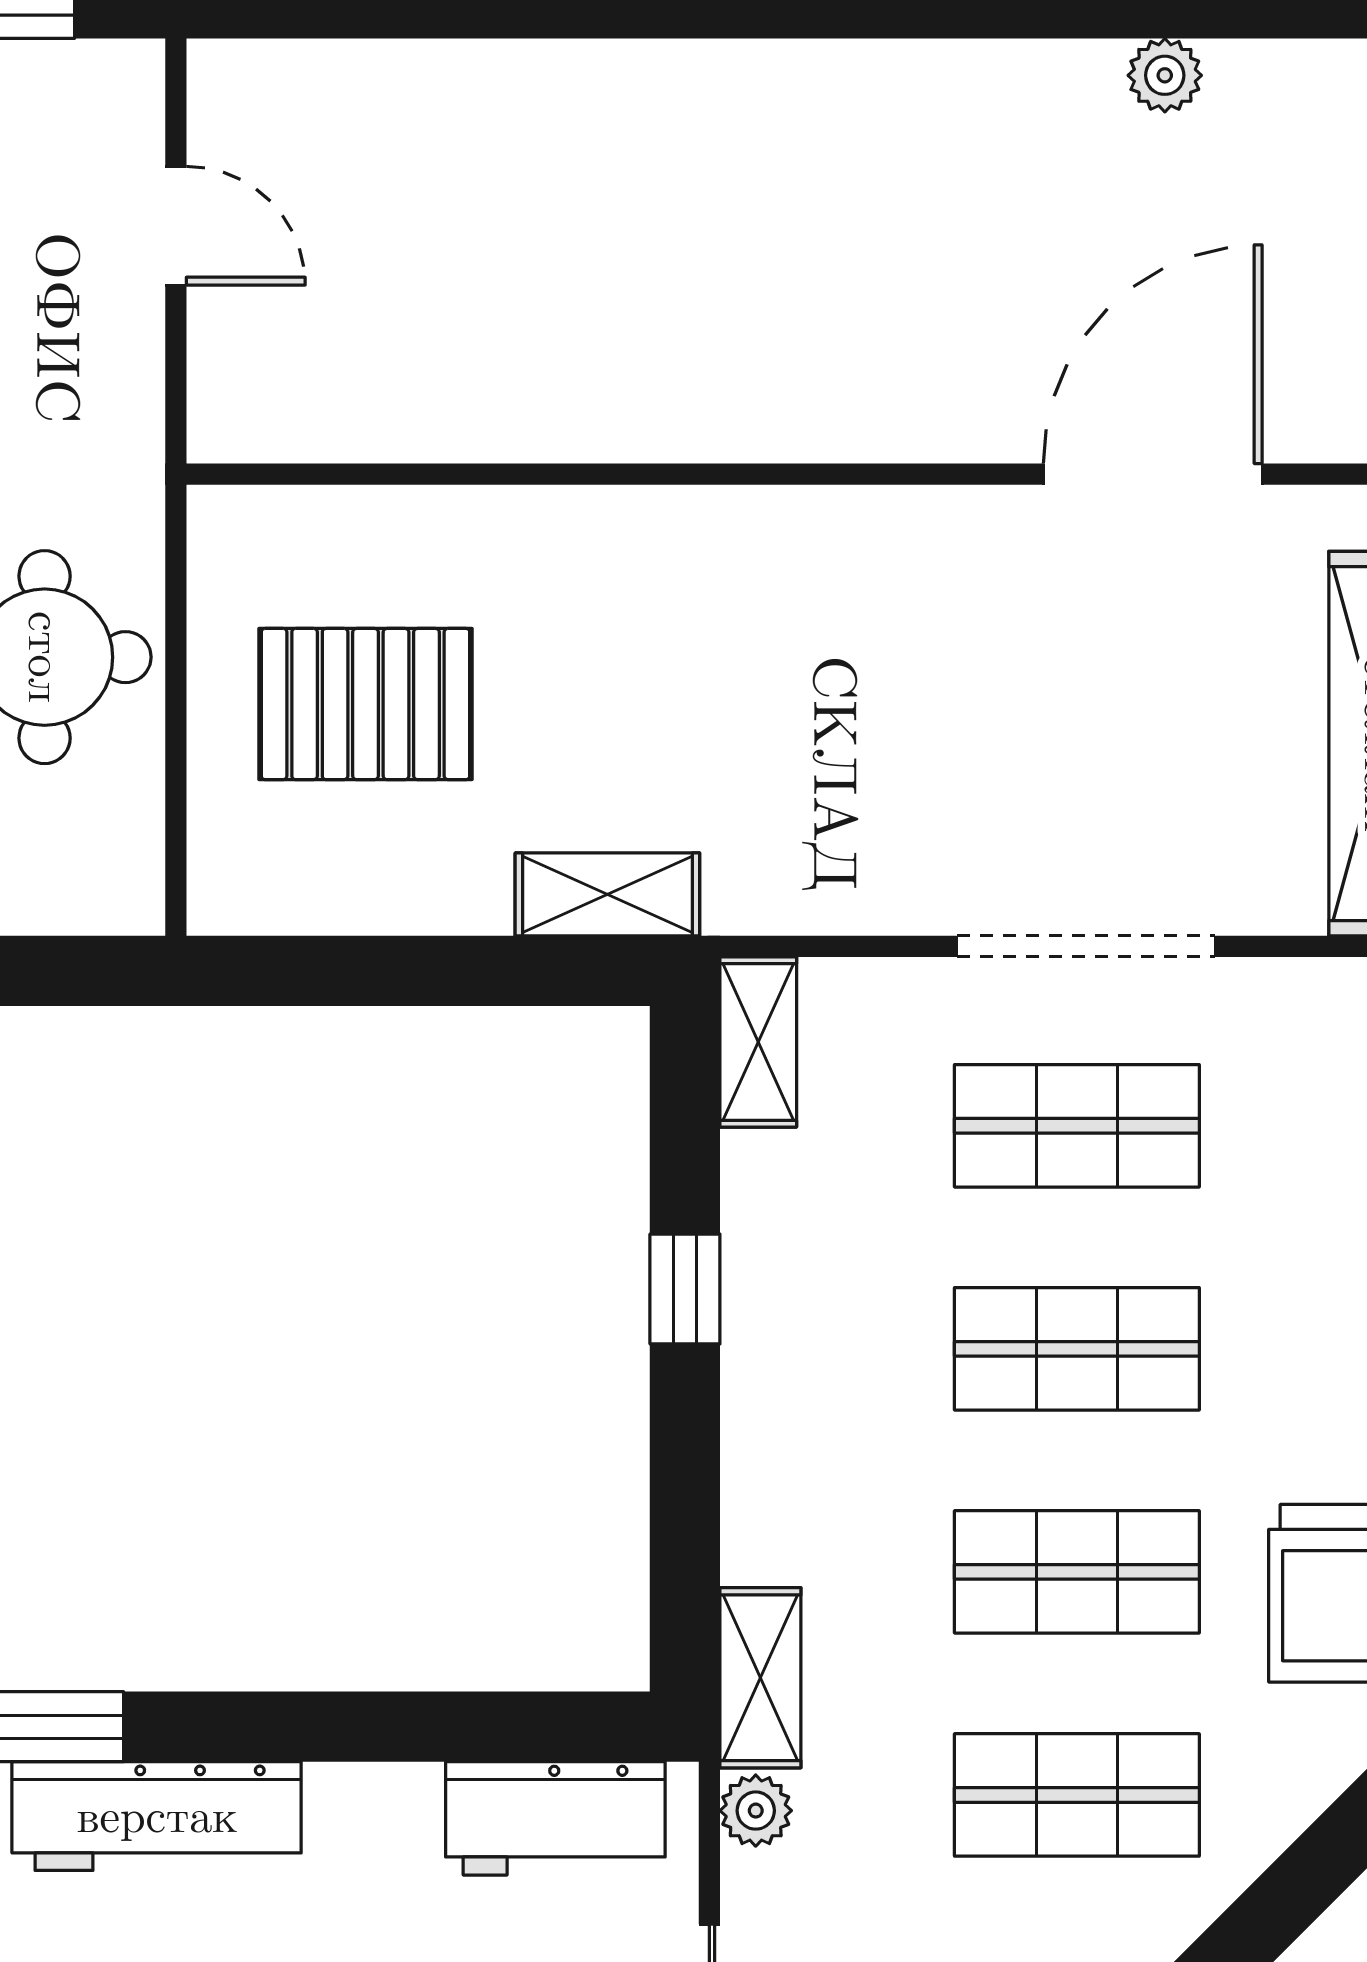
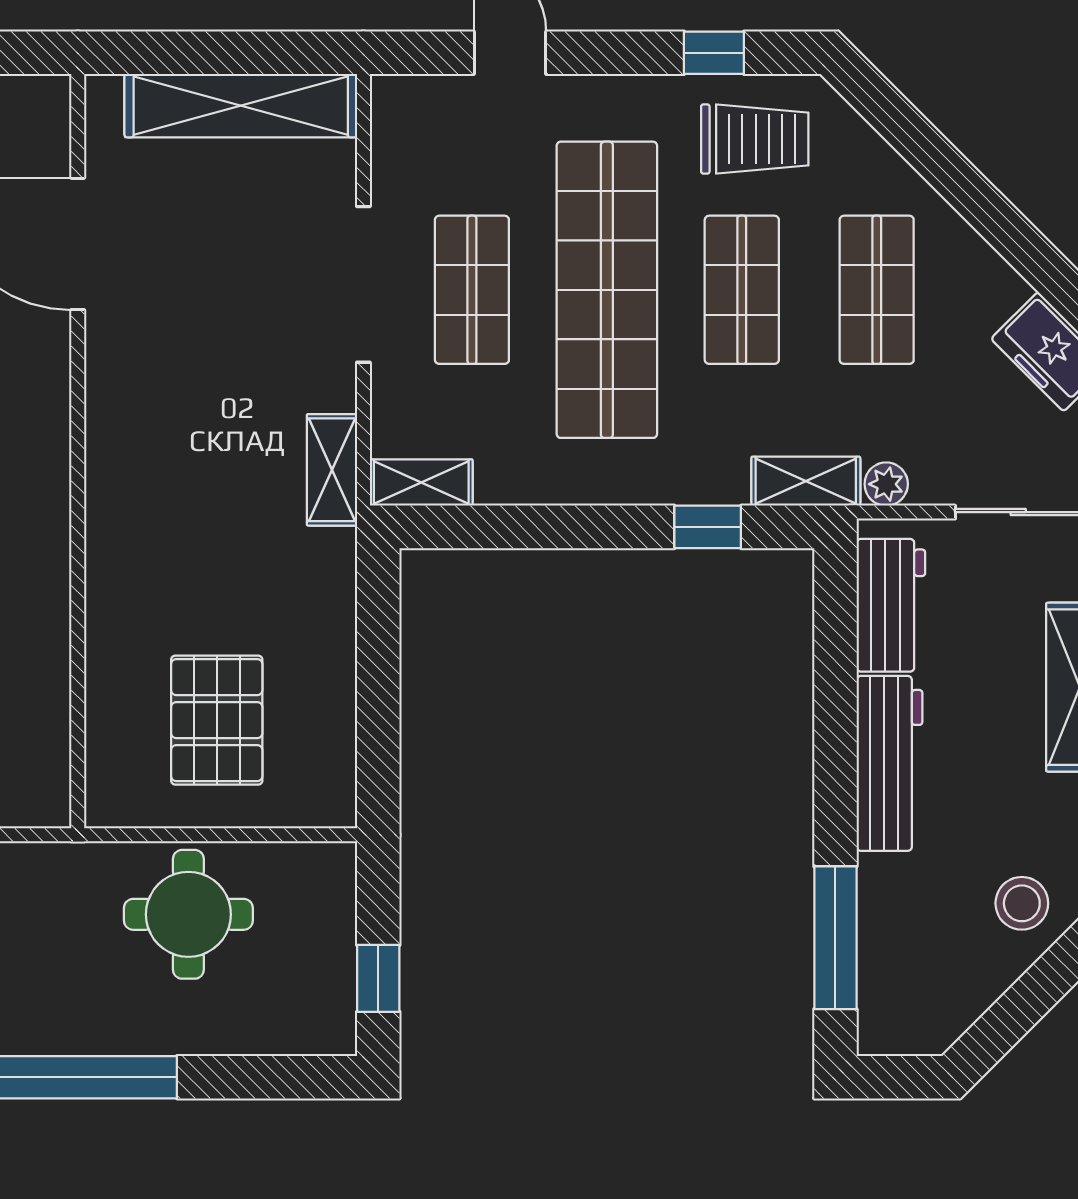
shelving: (607, 894) -> (332, 470), moved
window: (685, 1289) -> (708, 527), moved
shop shelf: (1077, 1349) -> (607, 290), width x2.00, depth x1.36
workbench: (157, 1816) -> (889, 763), moved

